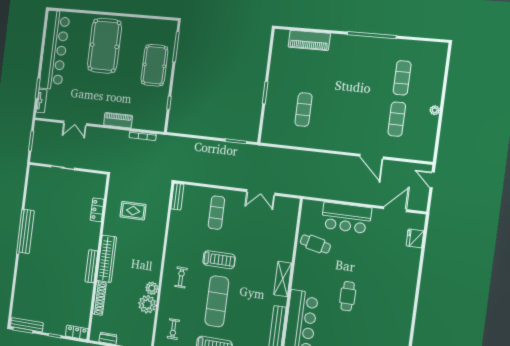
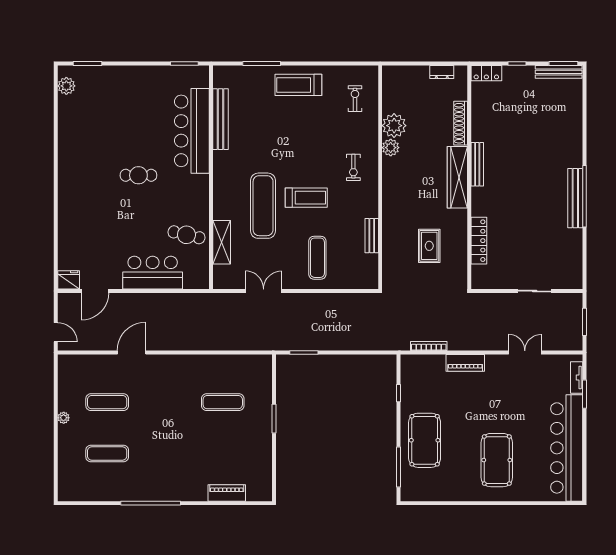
piano: (309, 40) -> (227, 493), width x0.73, depth x0.75
pool table: (104, 46) -> (497, 460), width x0.73, depth x0.76
exercise mat: (402, 78) -> (107, 454), turned 90
exercise mat: (304, 110) -> (223, 402), turned 90
exercise mat: (397, 119) -> (107, 402), turned 90
door: (371, 157) -> (132, 352), hinge flipped
bench: (177, 197) -> (372, 236), moved
locker: (97, 210) -> (479, 241), width x1.53
rug: (133, 211) -> (429, 246), turned 90
fridge: (415, 238) -> (69, 280), moved, turned -90
treadmill: (219, 260) -> (306, 198), turned 180
shelving: (283, 279) -> (222, 242), moved
cafe table: (348, 296) -> (138, 175), turned 90
exercise mat: (217, 301) -> (263, 206), moved

